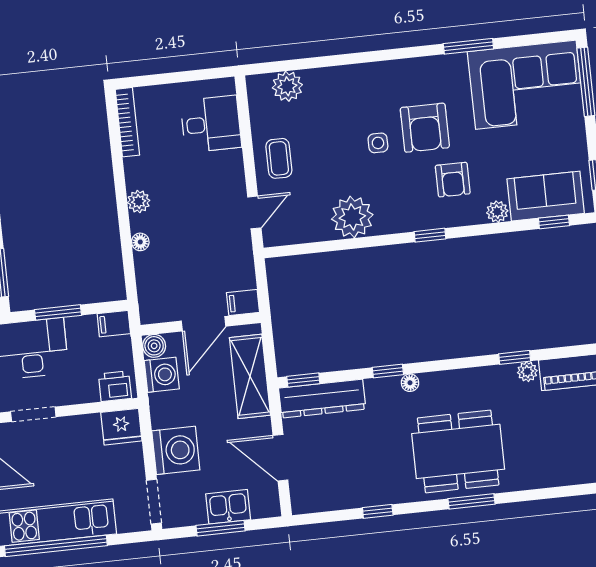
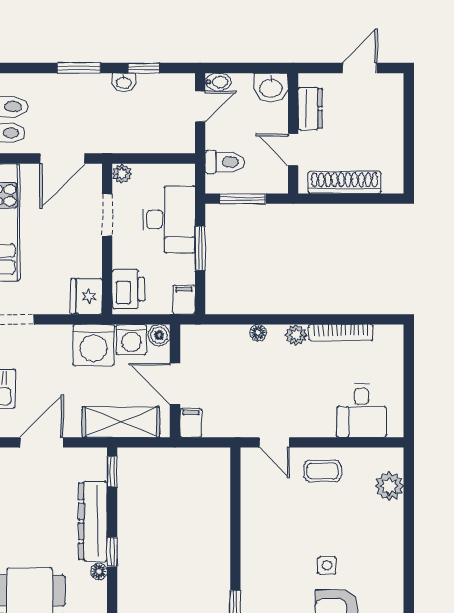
bookcase: (127, 122) -> (341, 333), moved
plant: (352, 217) -> (260, 534), removed
printer: (115, 386) -> (128, 289), width x1.36, depth x1.24
dresser: (322, 399) -> (93, 521), moved
washing machine: (176, 450) -> (94, 345), moved

